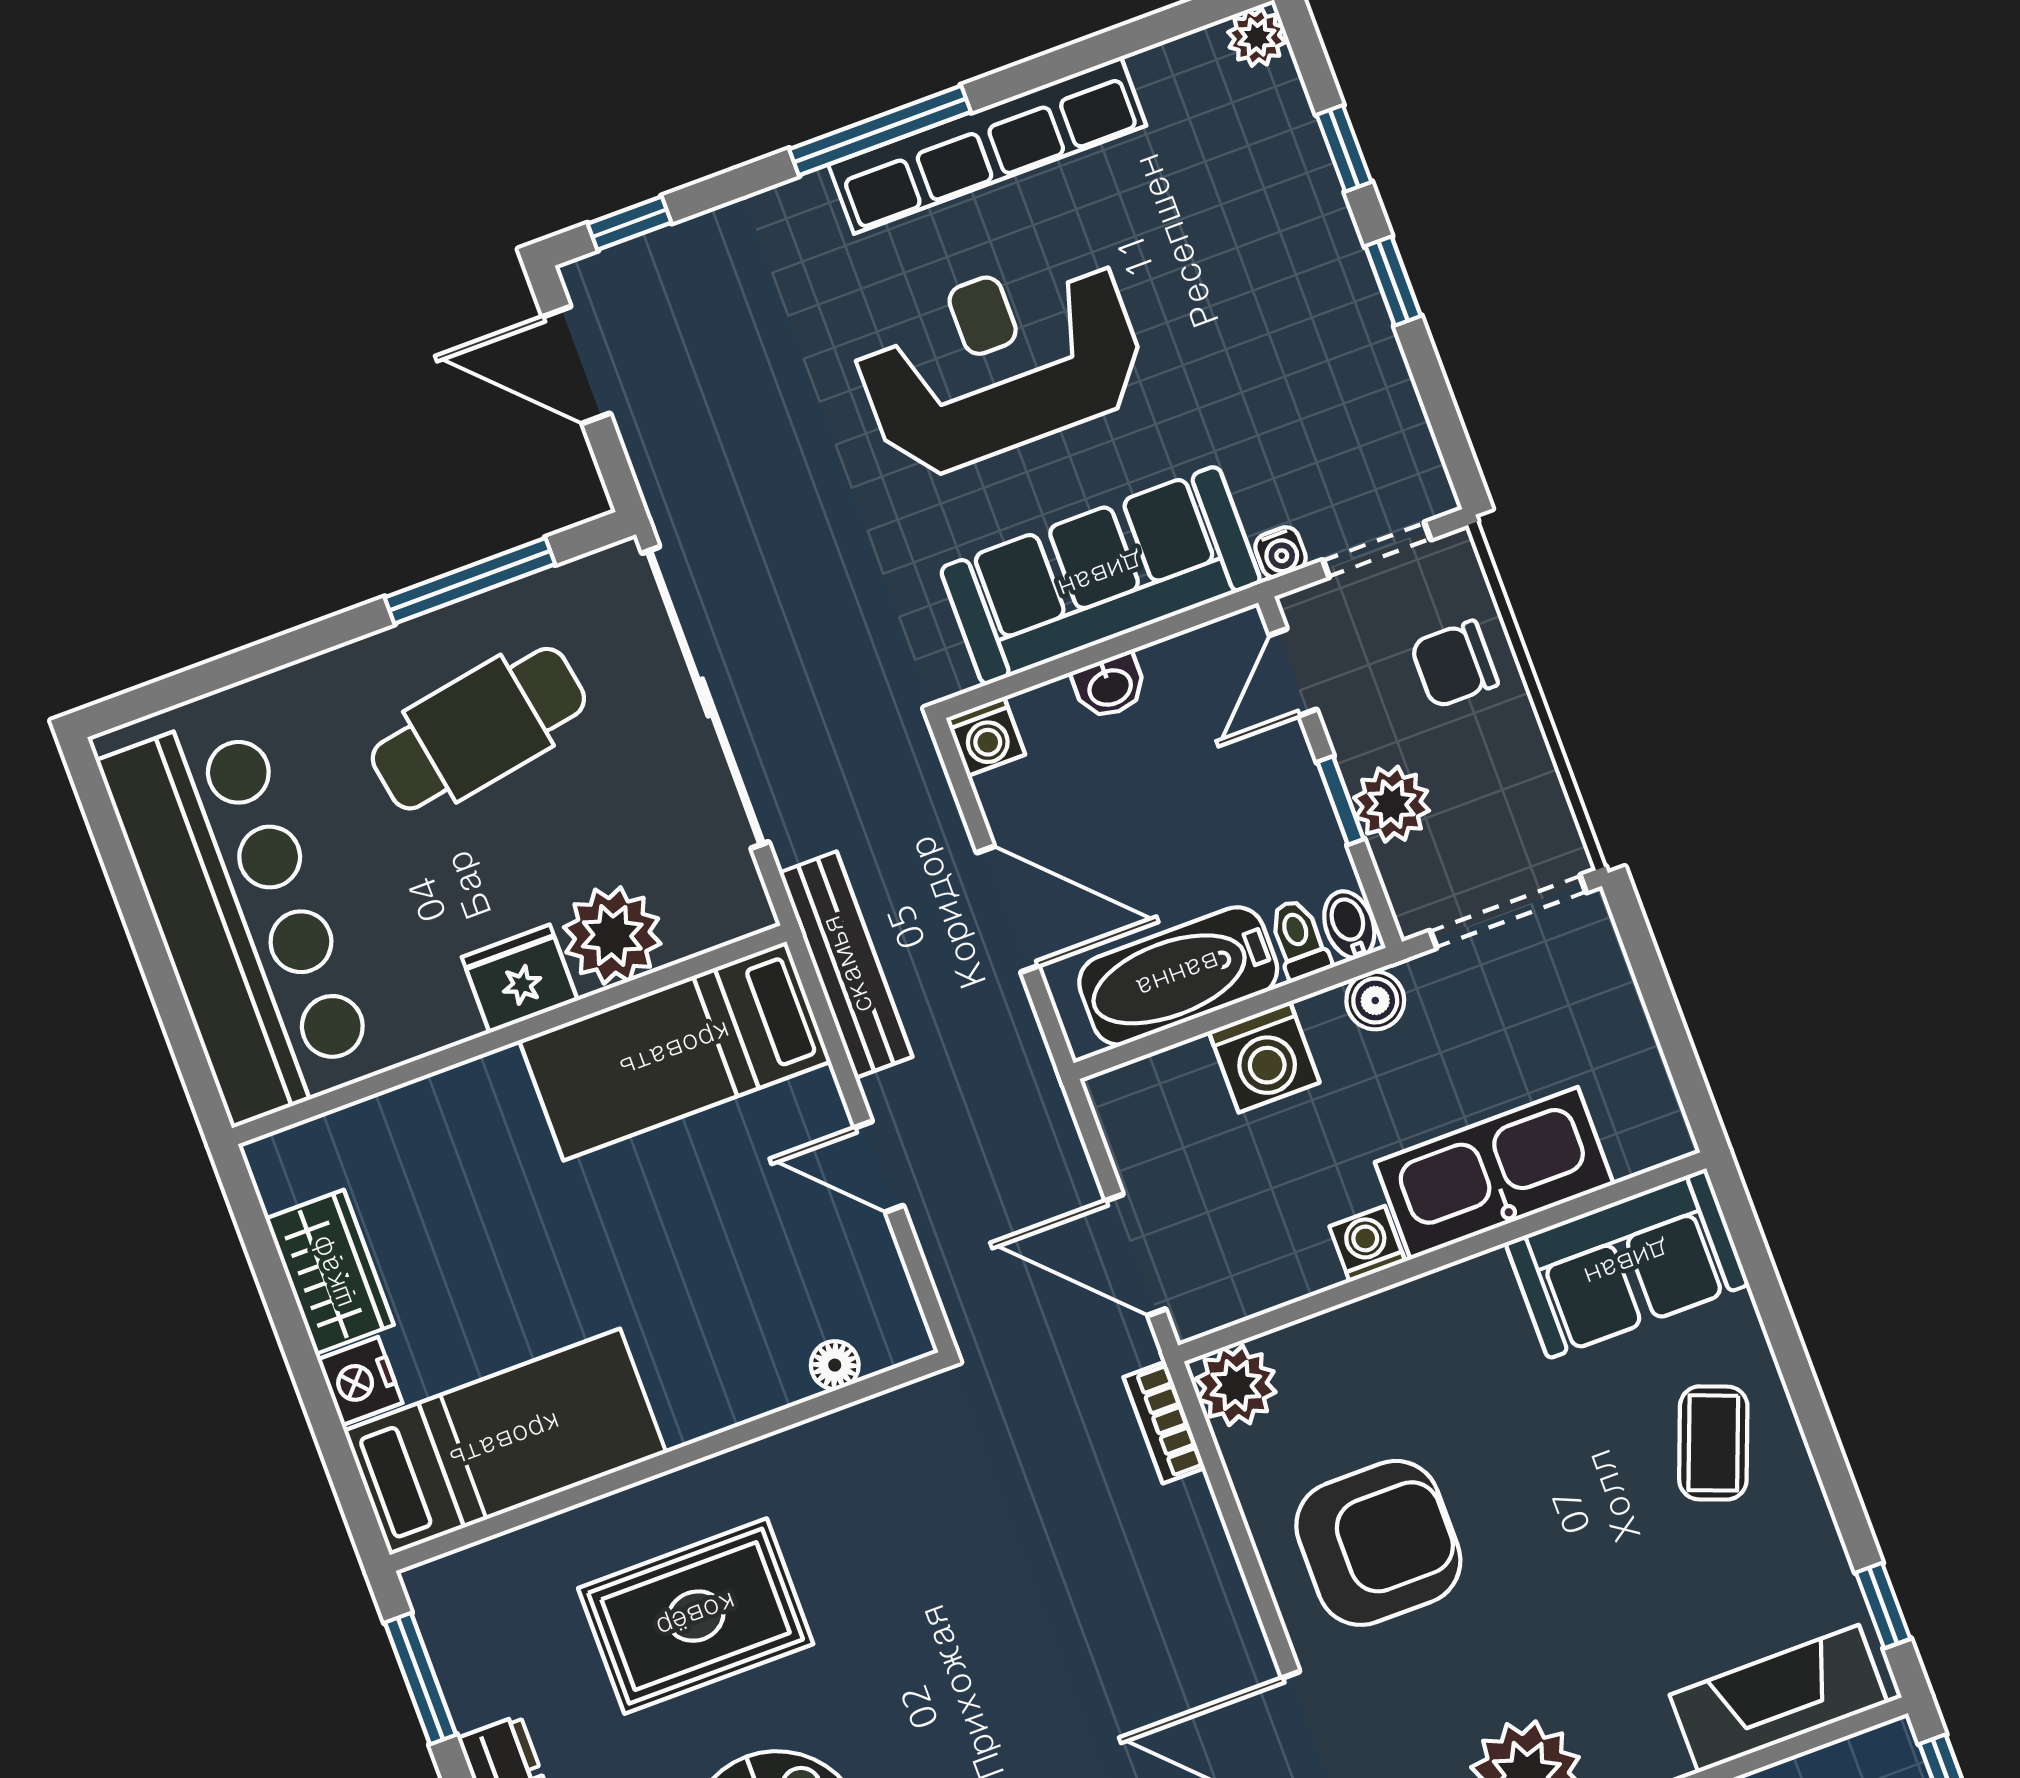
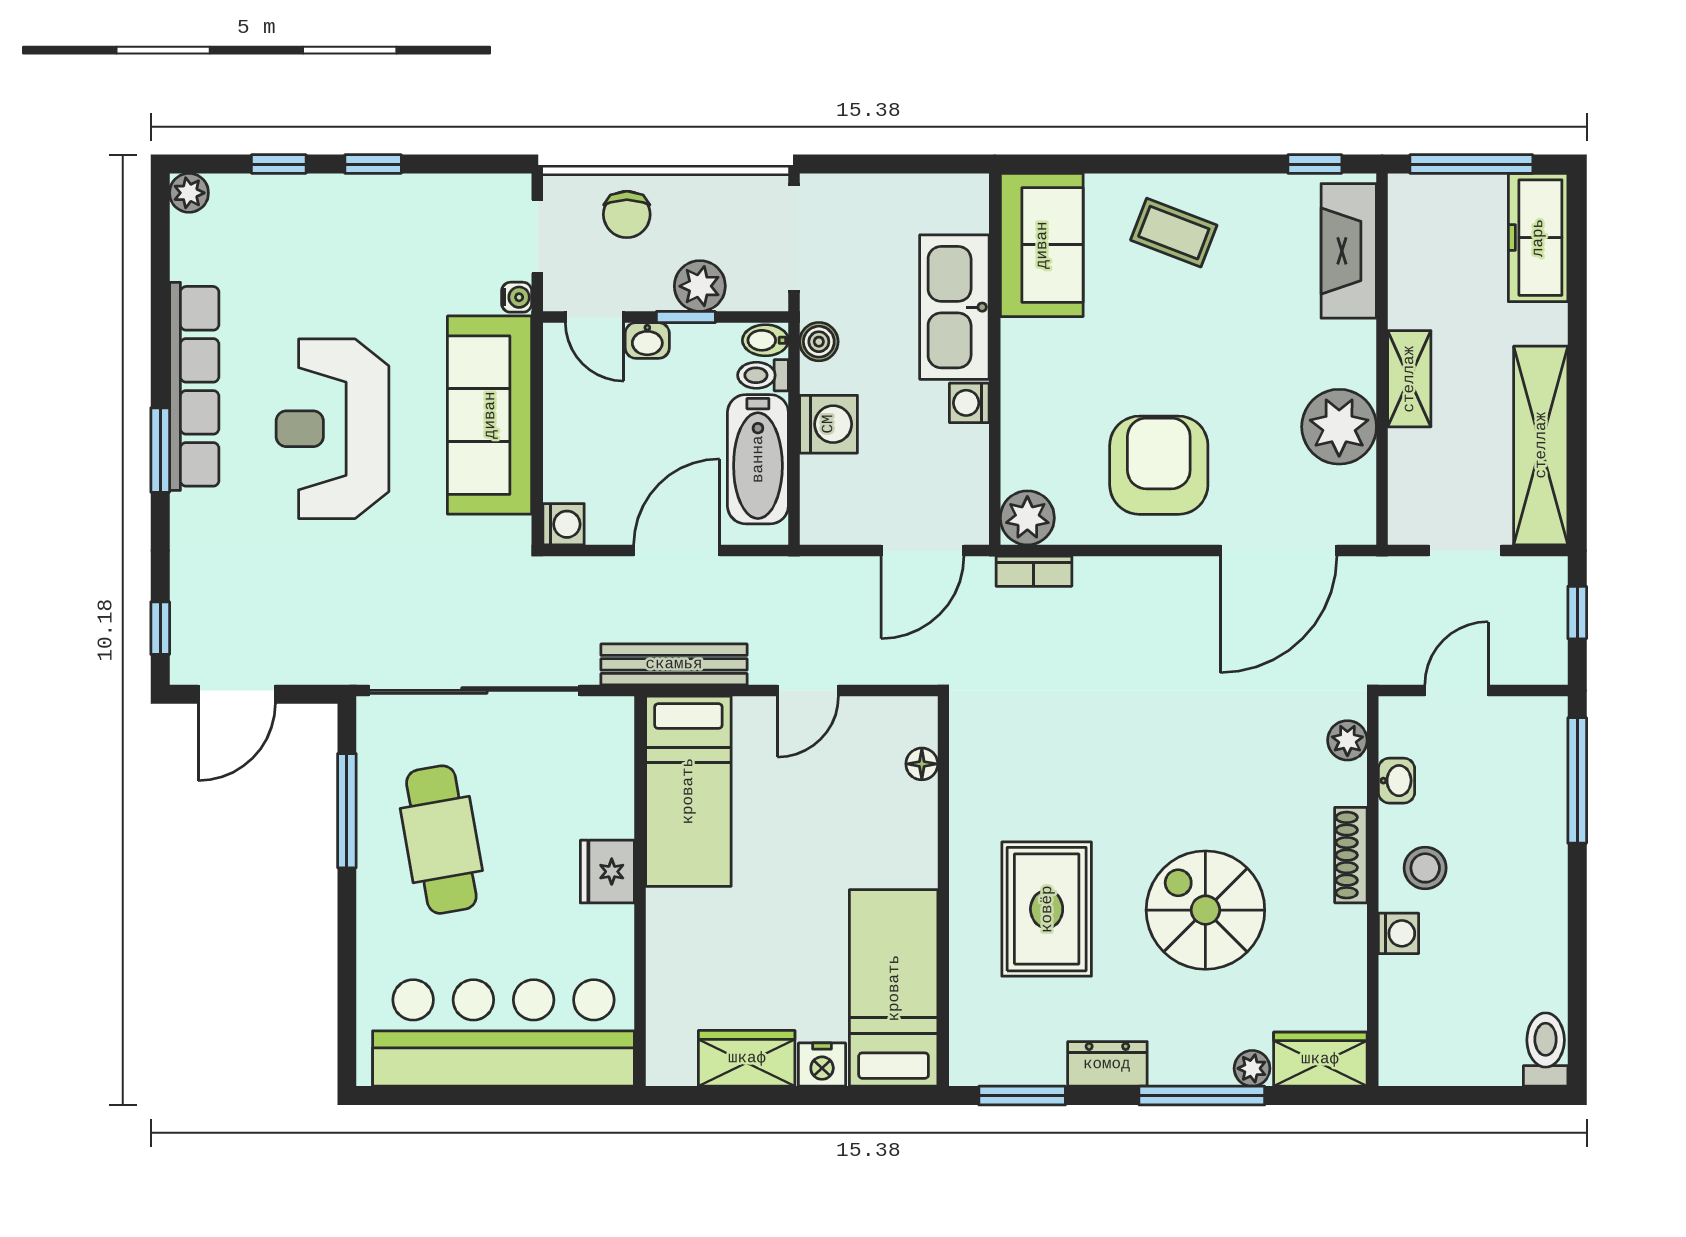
window: (880, 130) -> (160, 450), width x0.69
washbasin: (1110, 686) -> (647, 341), moved, turned 90
plant: (612, 935) -> (602, 804), removed

